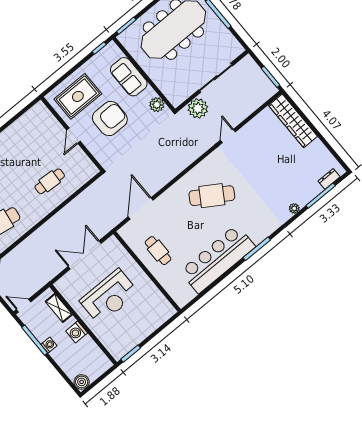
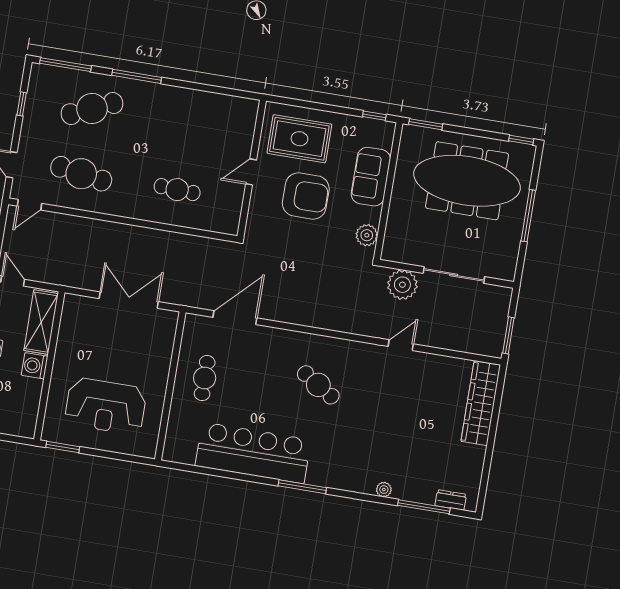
cafe table: (212, 196) -> (318, 385), width x0.73, depth x0.74
reception desk: (109, 297) -> (106, 406), moved
shelving: (59, 308) -> (41, 322), width x1.50, depth x1.33

